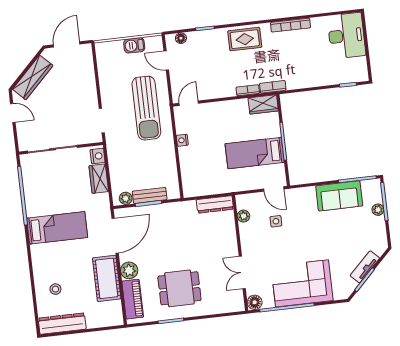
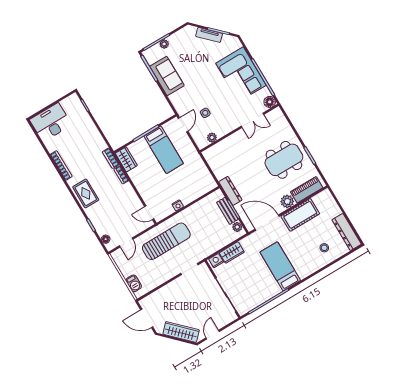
barbecue: (134, 45) -> (134, 283), moved
dresser: (215, 204) -> (230, 191), moved
dining table: (179, 288) -> (284, 160), width x1.37

